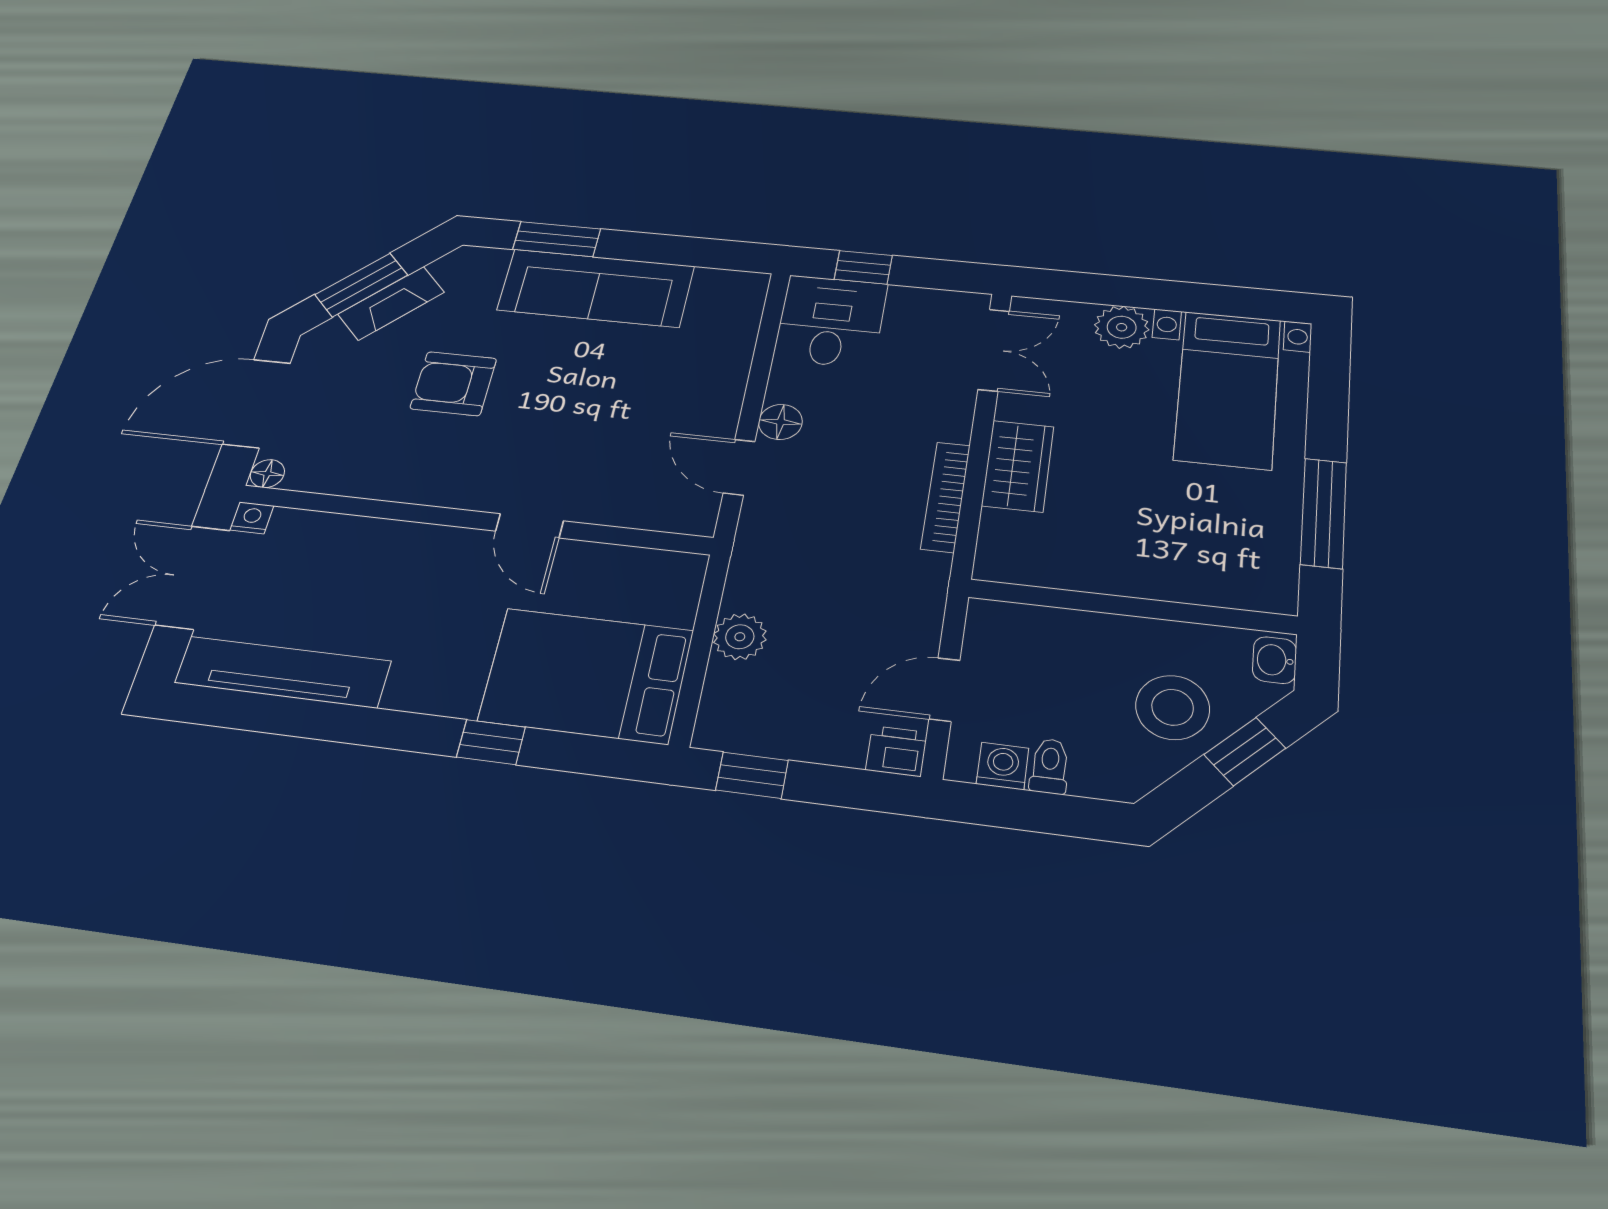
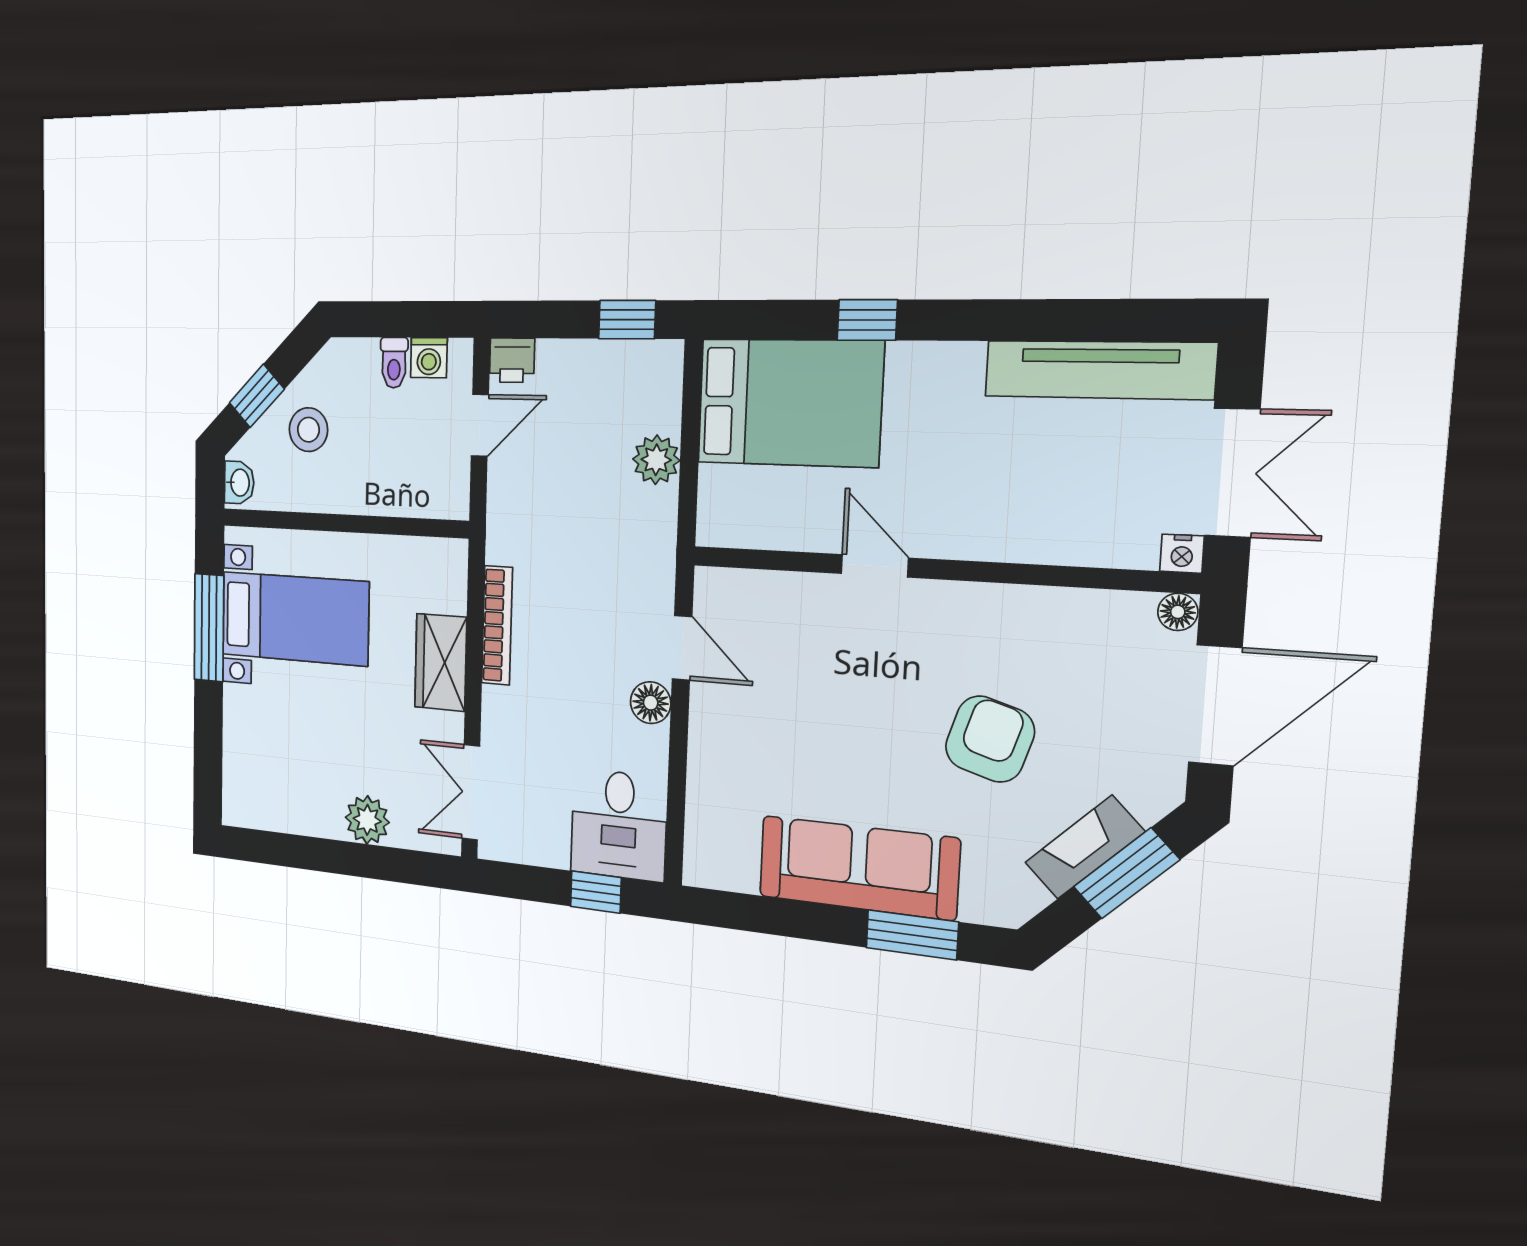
armchair: (453, 384) -> (990, 739), turned -73
bed with nightstands: (1228, 389) -> (295, 619), moved, turned 90
stool: (1173, 707) -> (308, 430), width x0.73, depth x0.73

